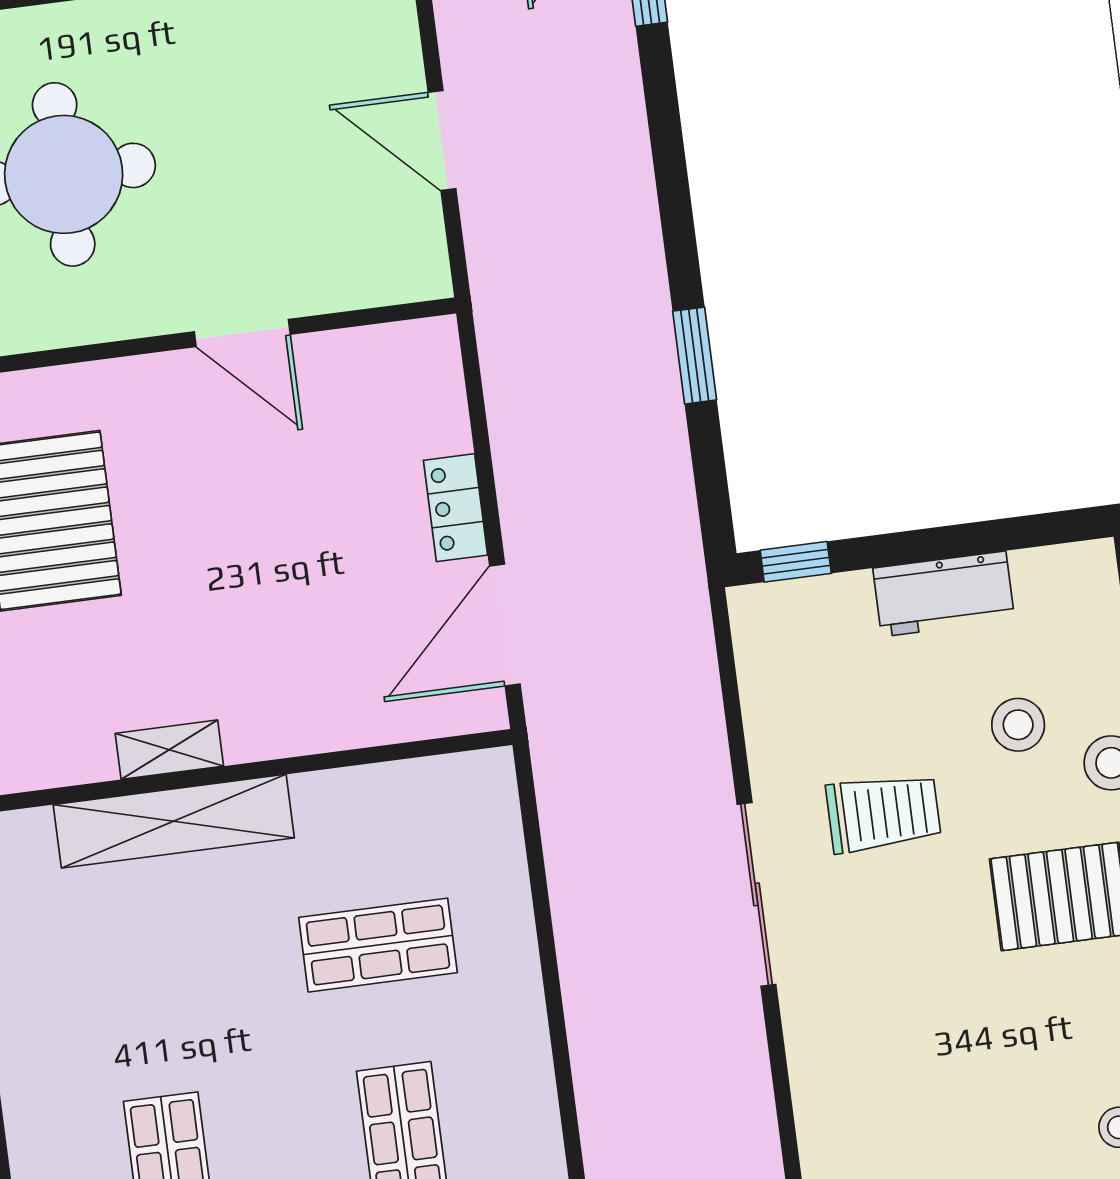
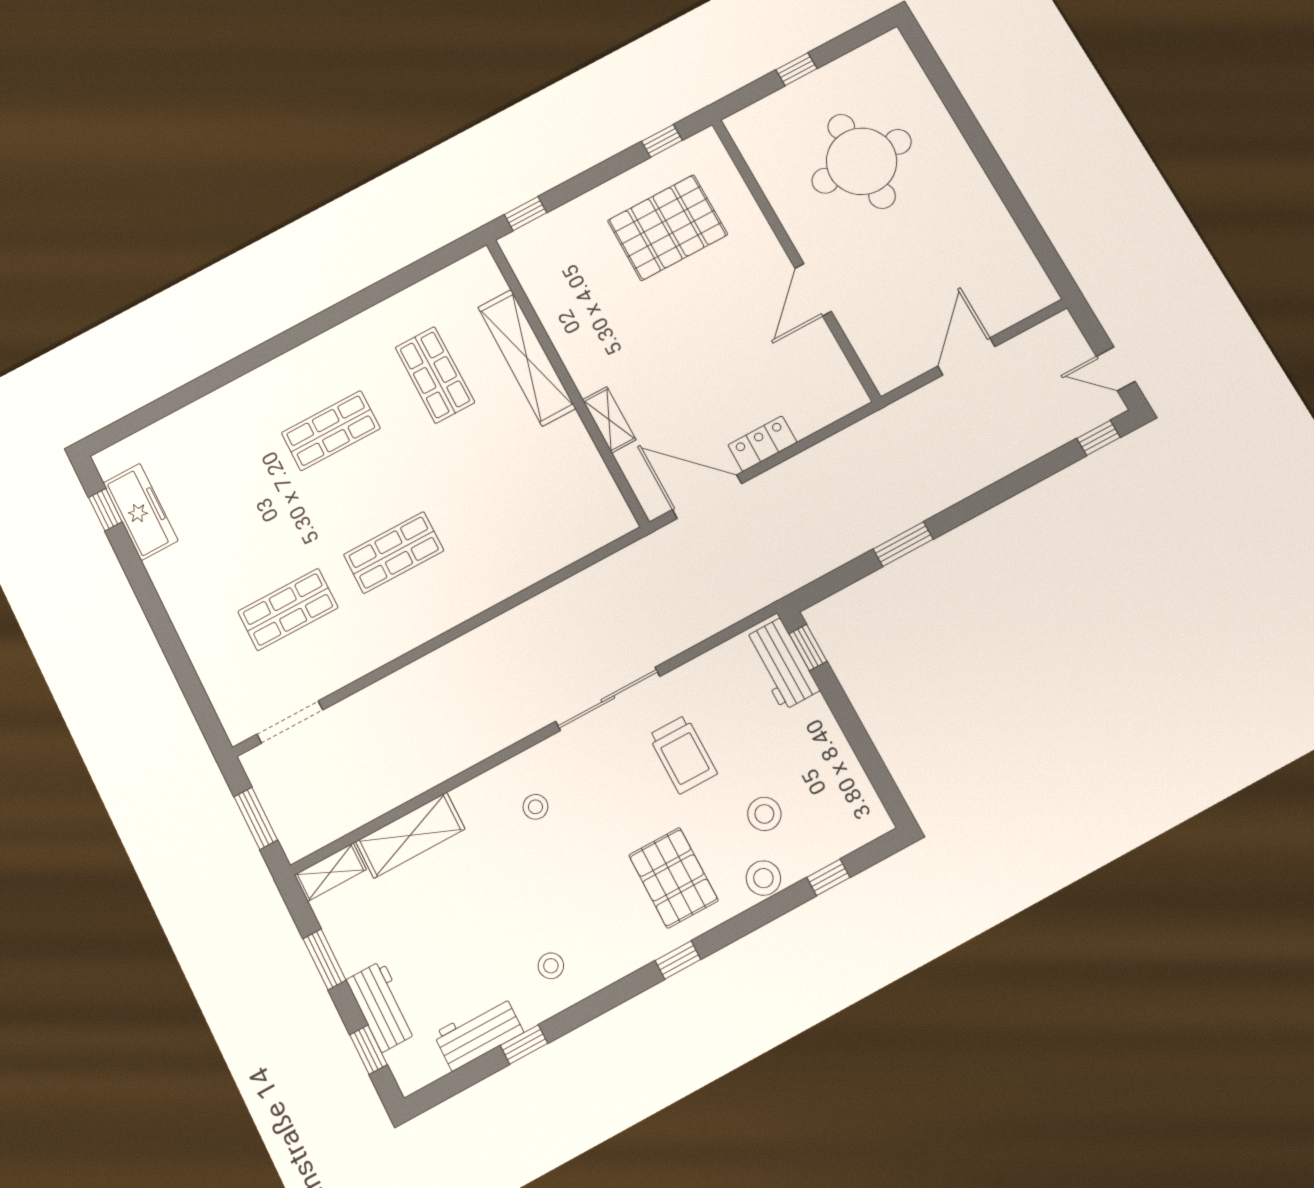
workbench: (944, 594) -> (781, 664), moved
shelving: (169, 750) -> (609, 420), moved
shop shelf: (378, 945) -> (435, 375), moved
stool: (877, 1064) -> (535, 807), added

